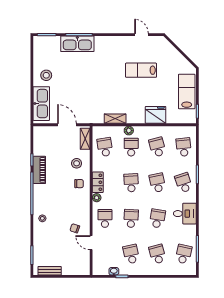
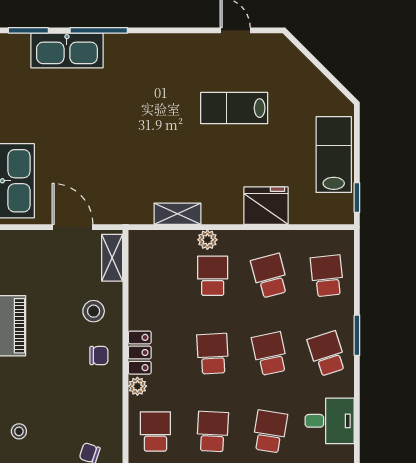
kitchen sink: (77, 44) -> (67, 50), moved
stool: (46, 75) -> (27, 119), removed
school desk: (105, 147) -> (155, 276), removed

